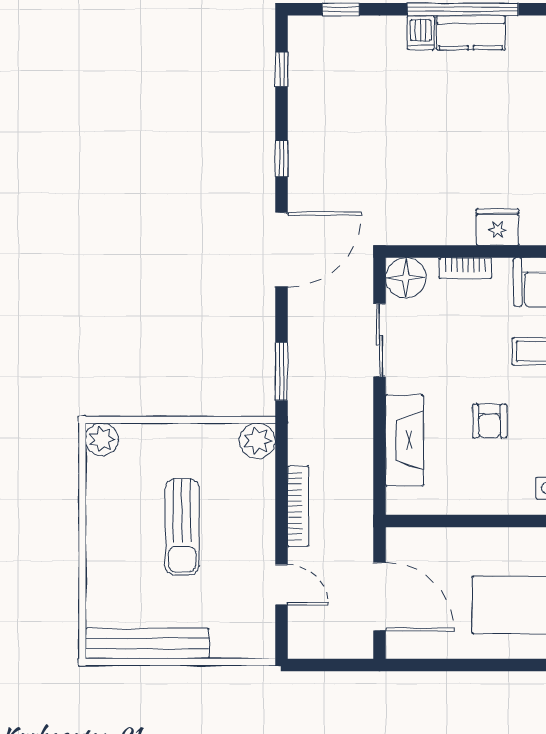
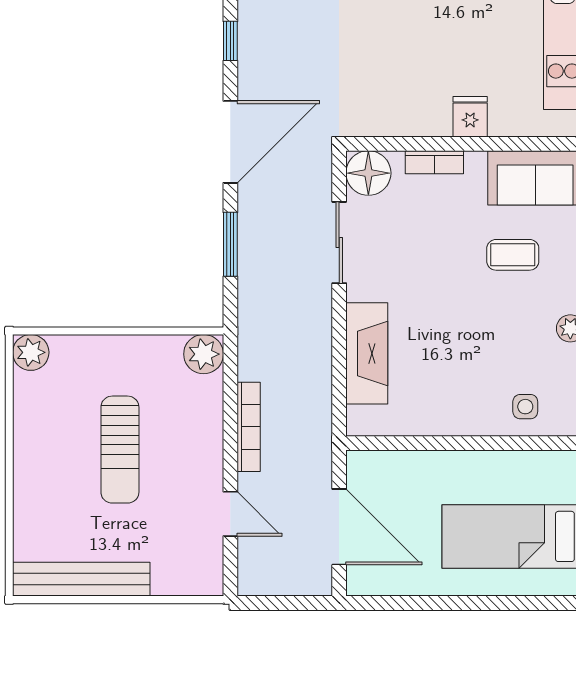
fridge: (497, 227) -> (470, 117), width x0.72
window: (282, 371) -> (230, 244), moved
armchair: (490, 421) -> (461, 332), removed

